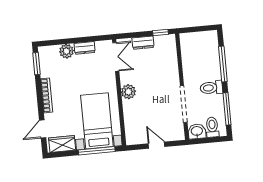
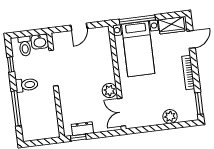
dresser: (143, 43) -> (82, 129), moved
dresser: (85, 48) -> (152, 120), removed
plant: (128, 92) -> (110, 91), moved
window: (227, 109) -> (11, 65), width x0.46
door: (156, 145) -> (79, 27), hinge flipped

